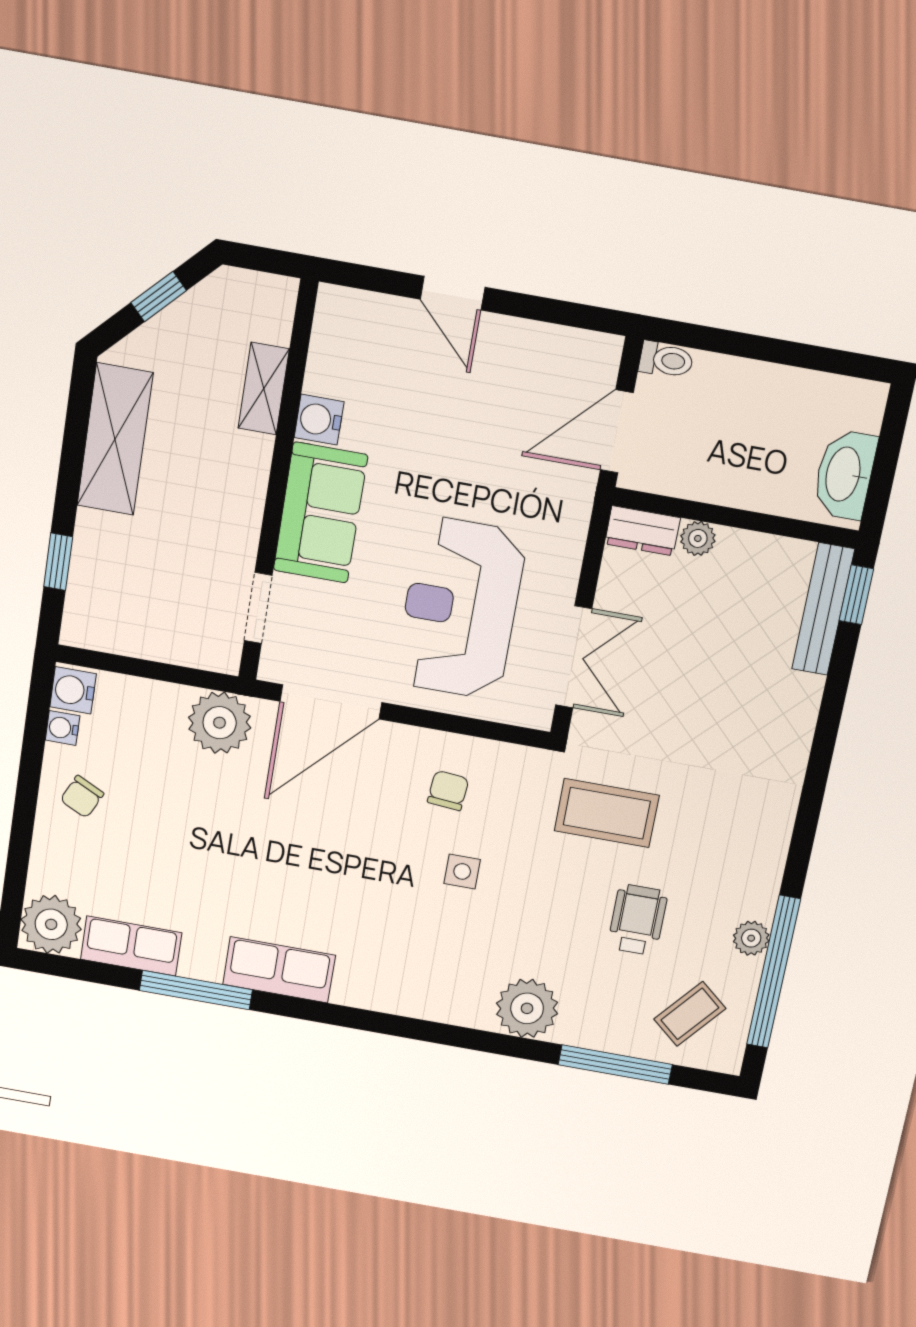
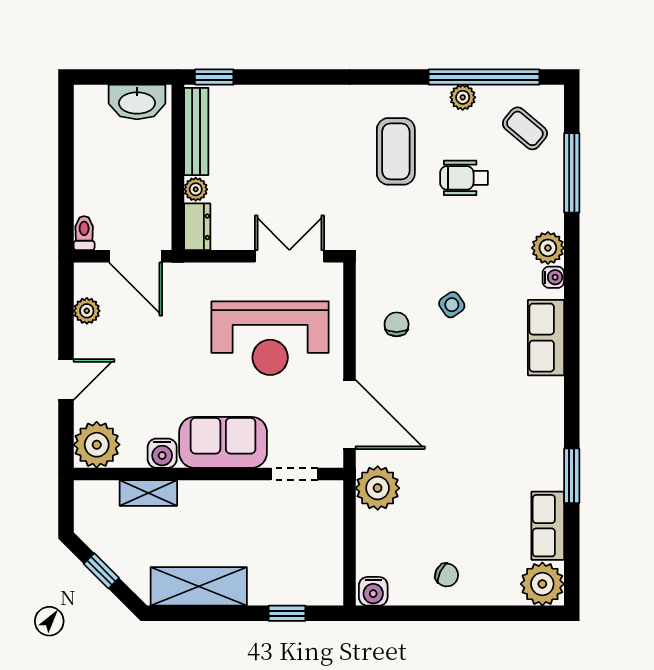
plant: (347, 323) -> (97, 445), added
plant: (550, 343) -> (87, 311), added
bench: (823, 609) -> (196, 131), moved, turned 90
water cooler: (62, 728) -> (553, 277), moved, turned -90
chair: (448, 791) -> (397, 324), turned 85
coffee table: (607, 813) -> (396, 151), moved
side table: (462, 871) -> (452, 305), turned -35
row of seats: (279, 970) -> (546, 338), moved
window: (196, 990) -> (572, 476), width x0.69
plant: (527, 1008) -> (548, 248), width x0.73, depth x0.73

